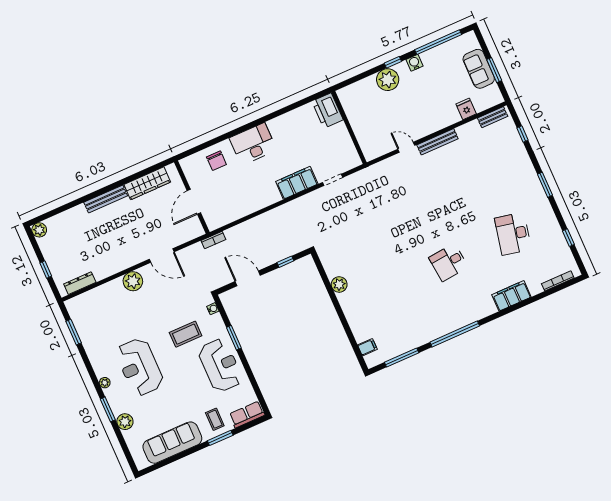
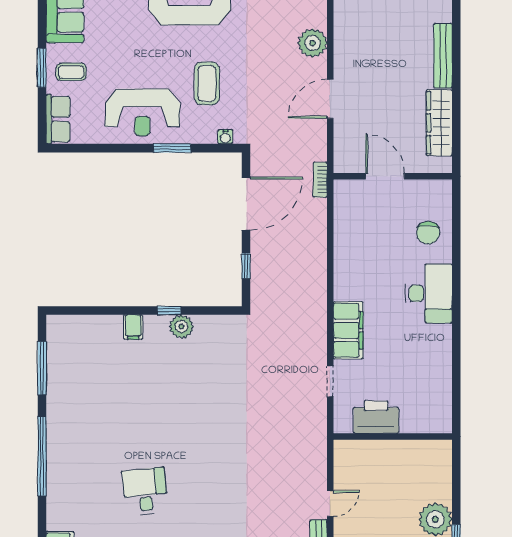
printer: (327, 111) -> (376, 417), moved
chair: (216, 161) -> (428, 233), turned -90
door: (248, 278) -> (246, 204), width x1.36
window: (333, 296) -> (169, 311), added
filing cabinet: (367, 347) -> (133, 327), moved

